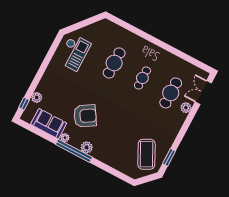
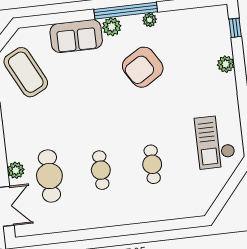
cafe table: (114, 63) -> (152, 164), width x0.73, depth x0.74
plant: (37, 97) -> (226, 64), moved
sofa: (49, 124) -> (76, 36), moved

